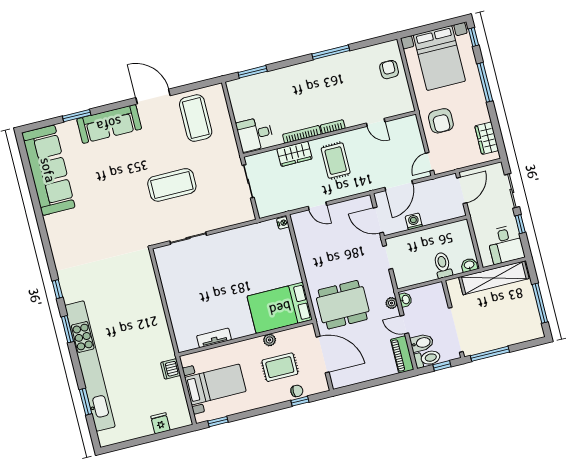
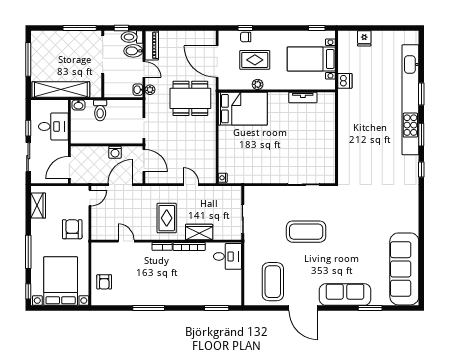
desk: (506, 244) -> (53, 126), moved, turned 90
window: (86, 402) -> (421, 94), moved

